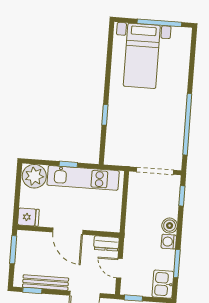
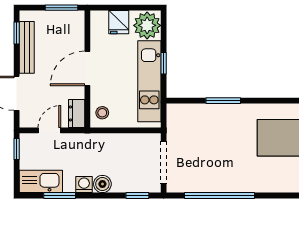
window: (105, 115) -> (223, 101), width x1.50
fridge: (28, 217) -> (119, 22), moved
stool: (107, 221) -> (102, 113), added
kitchen sink: (163, 284) -> (41, 181), width x1.38

